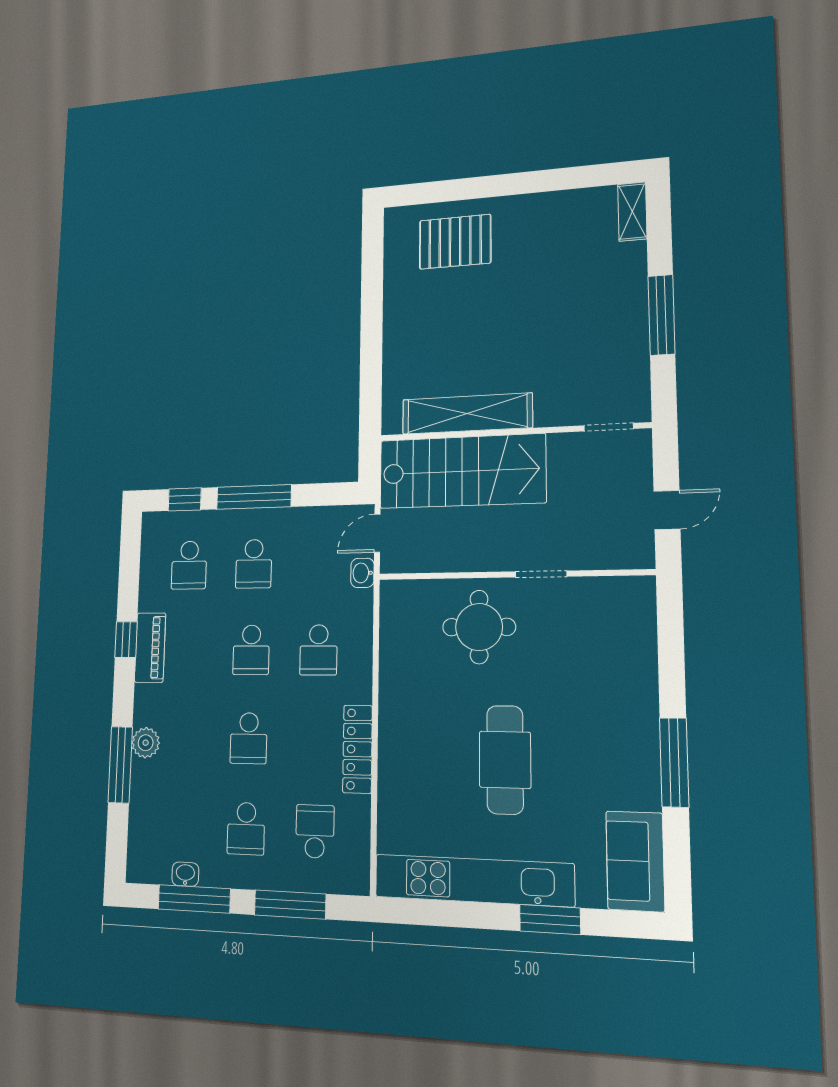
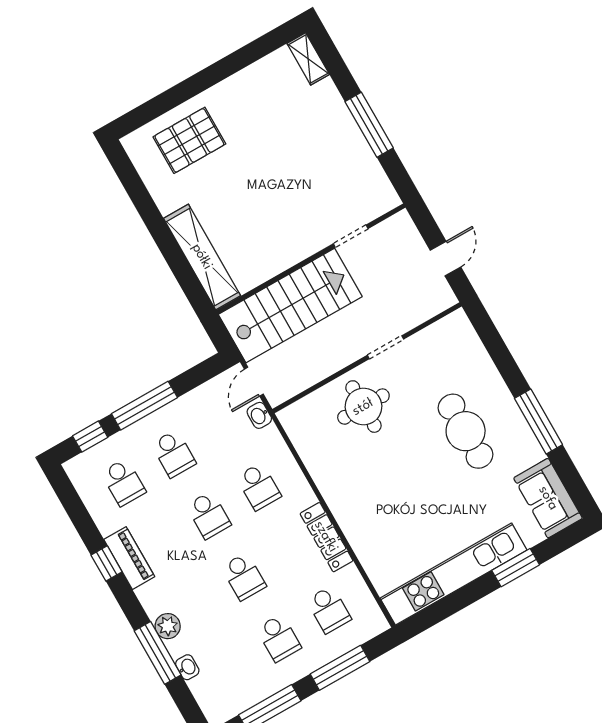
shelving: (467, 414) -> (202, 257), moved, turned 90
doorway: (609, 427) -> (351, 236), moved
cafe table: (505, 760) -> (466, 431), moved
school desk: (315, 831) -> (329, 610), turned 180
washbasin: (185, 874) -> (187, 667), moved, turned 90

